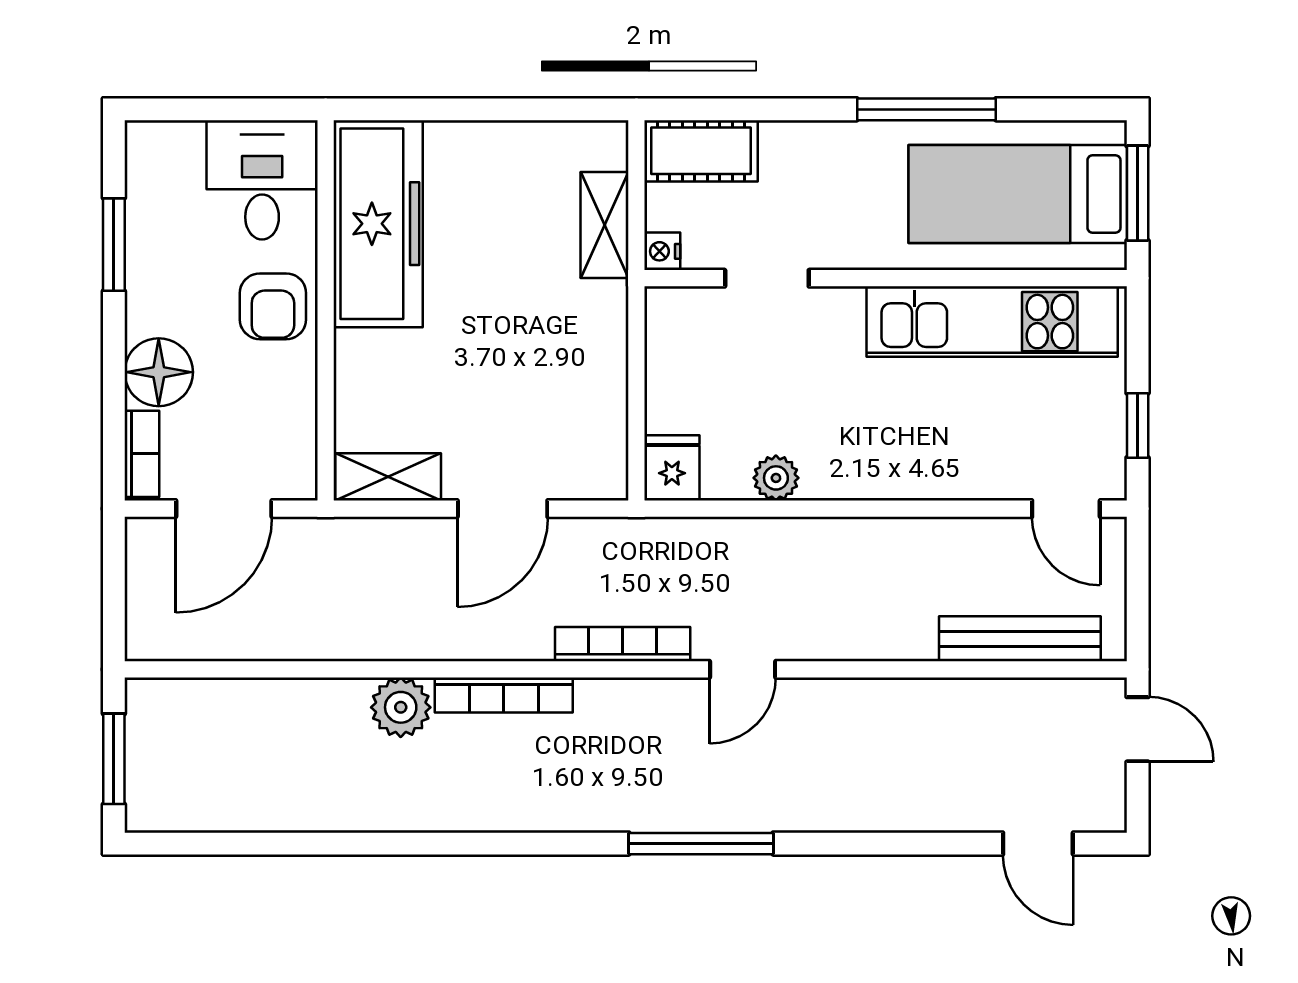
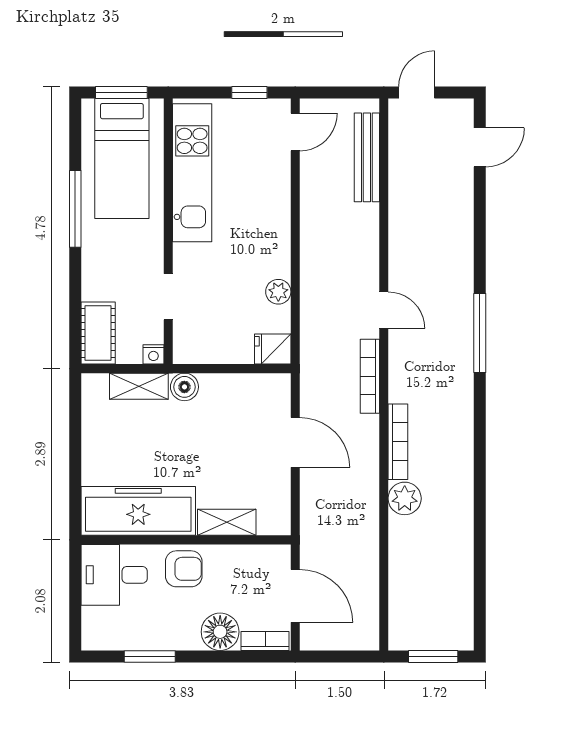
boiler: (603, 308) -> (184, 387), added
shelving: (388, 477) -> (227, 522), moved, turned 90

